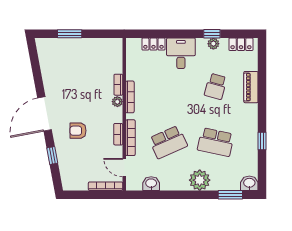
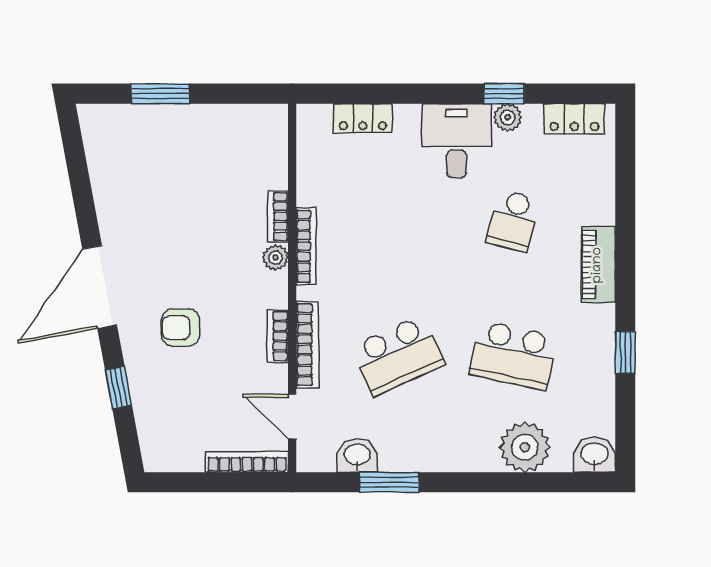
desk: (181, 53) -> (457, 141), moved
piano: (251, 87) -> (598, 265), moved
plant: (200, 180) -> (525, 447), moved
window: (230, 195) -> (389, 482), moved

